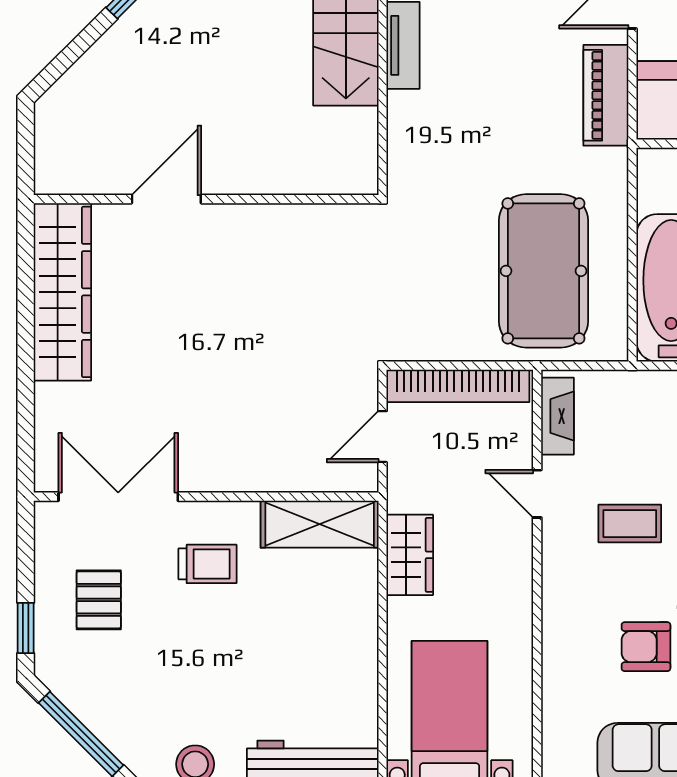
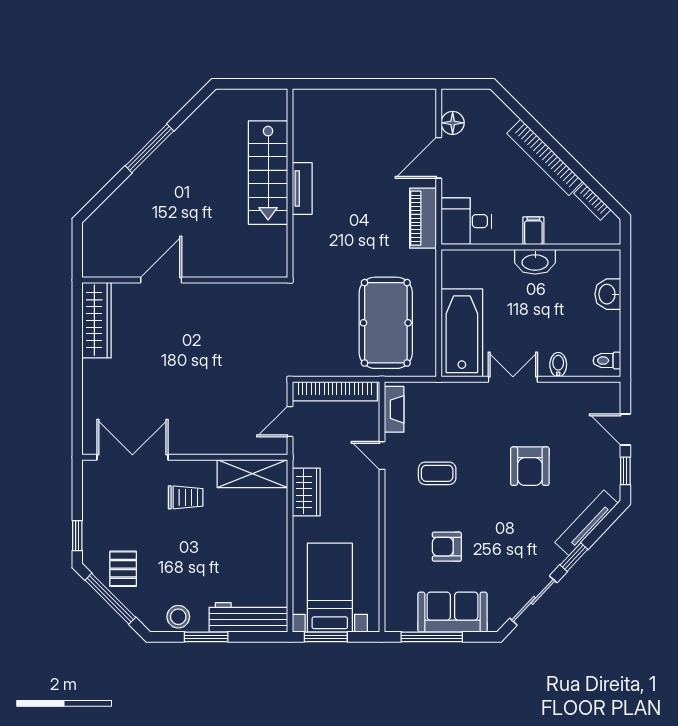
wardrobe: (62, 292) -> (97, 320), width x0.71, depth x0.85
pallet: (99, 600) -> (123, 569), moved

